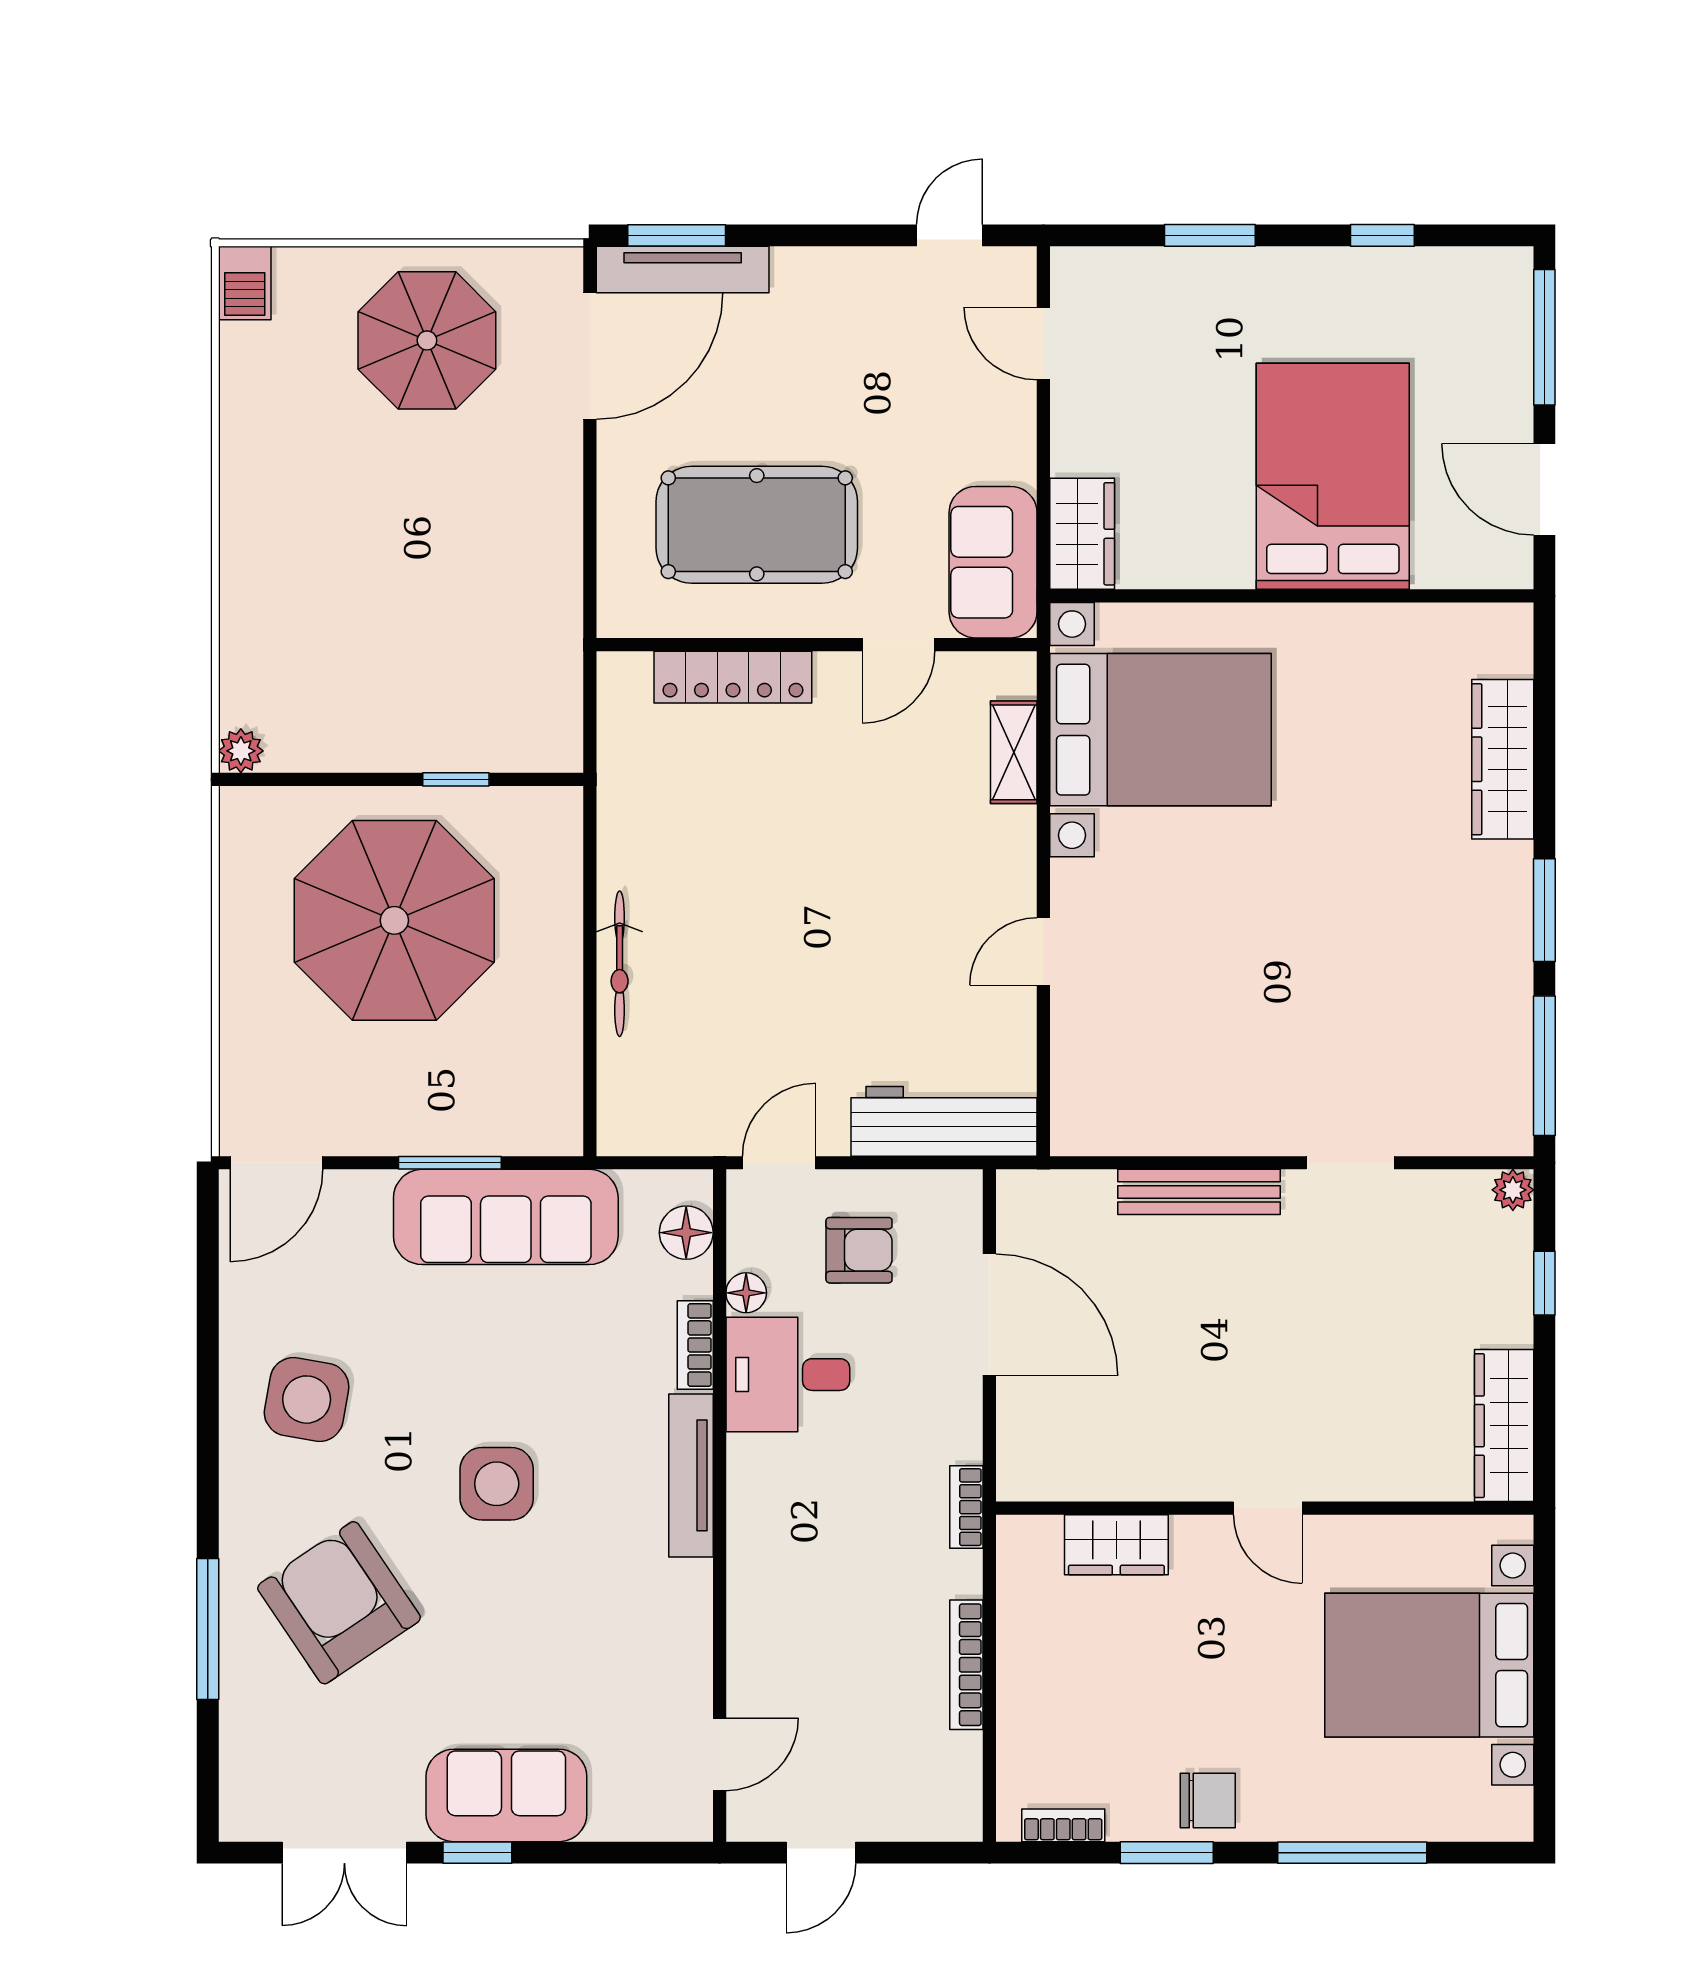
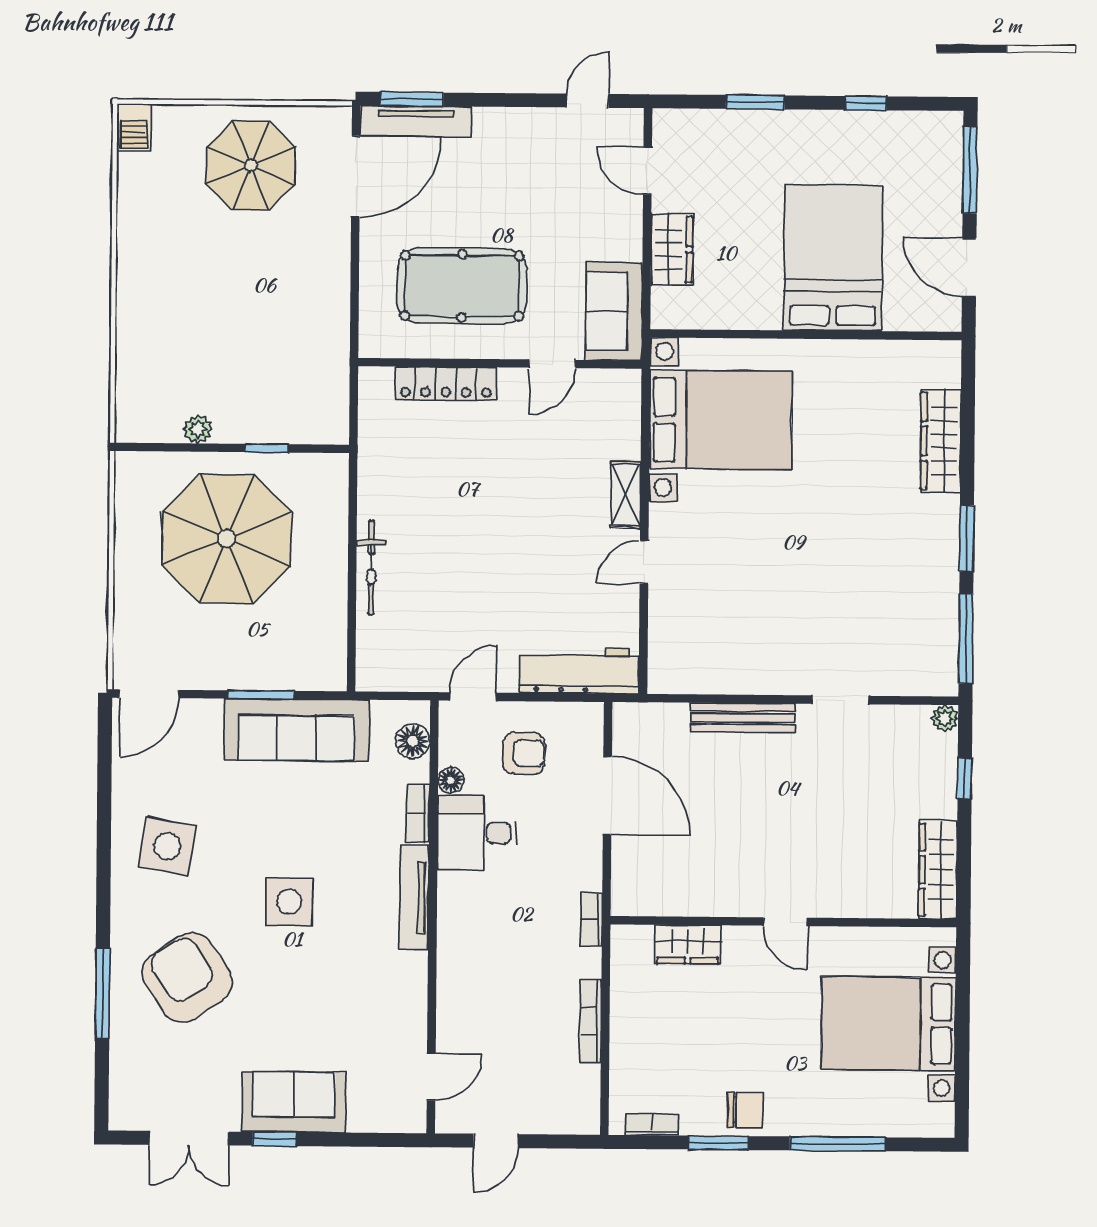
wardrobe: (1082, 534) -> (672, 249), moved
plant: (241, 751) -> (198, 429), moved
shelving: (1014, 752) -> (626, 495), moved

